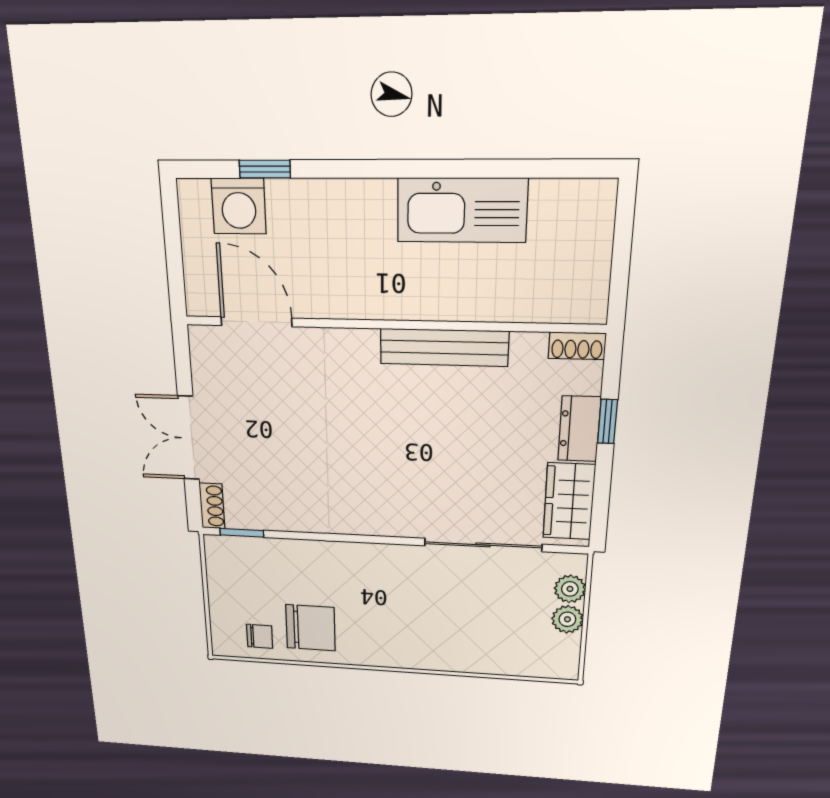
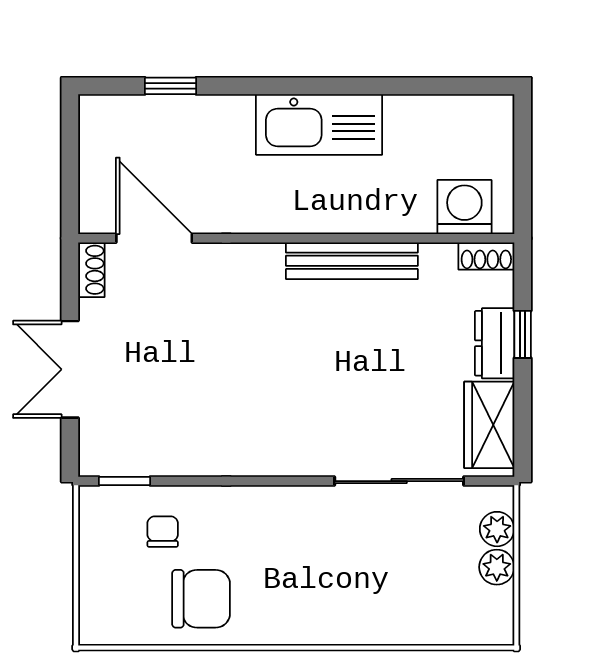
washing machine: (239, 206) -> (464, 207), moved, turned 180
kitchen sink: (462, 210) -> (319, 124), moved
shoe rack: (212, 506) -> (91, 270), moved
chair: (260, 636) -> (163, 532), moved, turned -90

